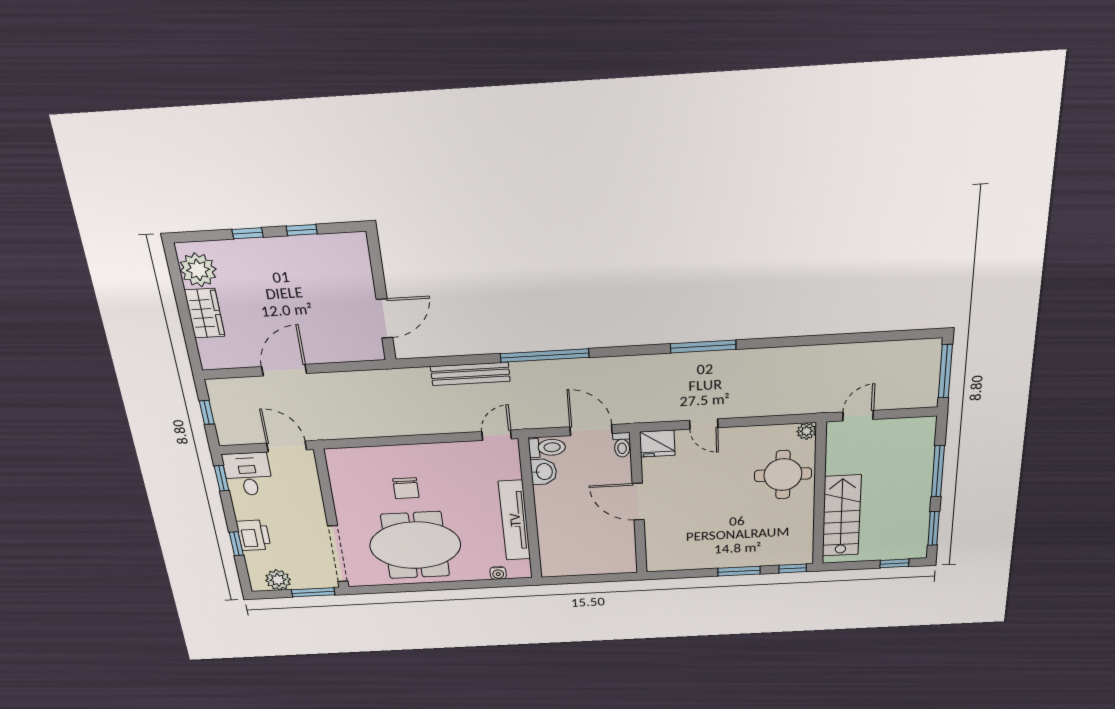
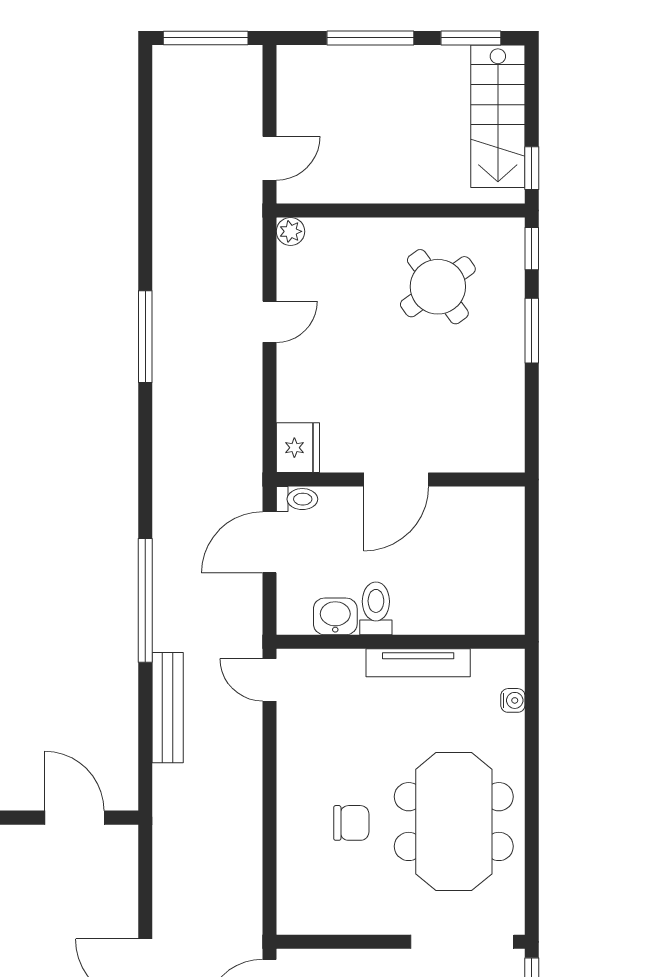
window: (703, 347) -> (145, 337), moved
door: (858, 416) -> (269, 158), swing flipped
door: (704, 424) -> (269, 322), moved
toilet: (547, 448) -> (376, 608), moved
round table: (783, 475) -> (438, 287), moved, turned -36
stairs: (842, 516) -> (498, 116), moved, turned -90
tv unit: (515, 520) -> (418, 663), width x0.73, depth x0.78
window: (894, 563) -> (532, 168), moved

